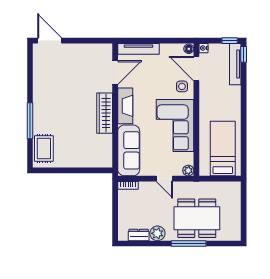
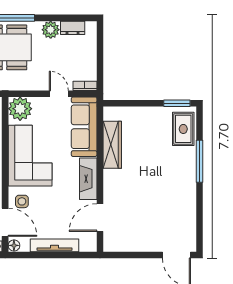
tv unit: (139, 49) -> (54, 245), moved
wardrobe: (105, 113) -> (112, 145), moved
window: (49, 170) -> (177, 103), added
plant: (188, 170) -> (20, 109), width x1.88, depth x1.88
door: (164, 179) -> (59, 94), moved

